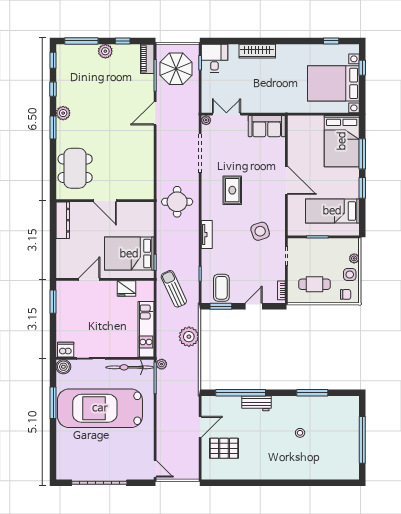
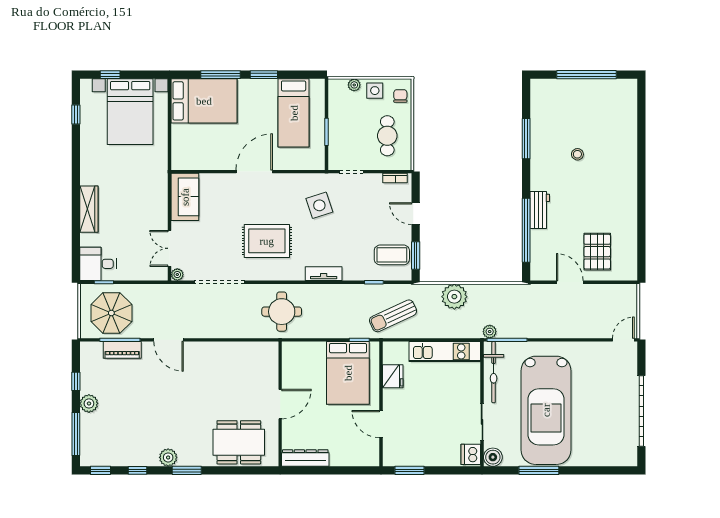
piano: (147, 59) -> (122, 350), moved
rug: (232, 190) -> (267, 241), width x1.36, depth x1.43

